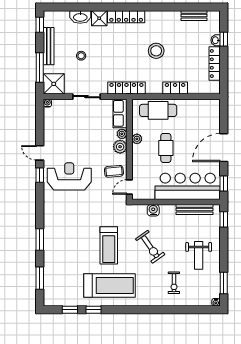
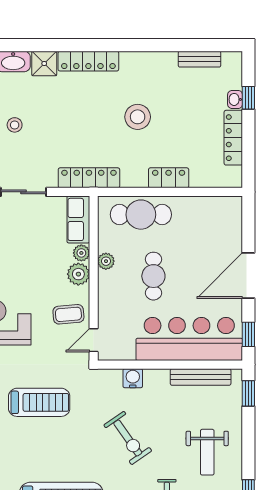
treadmill: (109, 245) -> (39, 402), moved, turned -90

